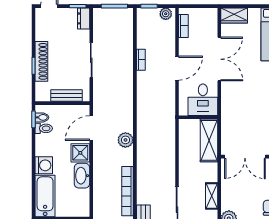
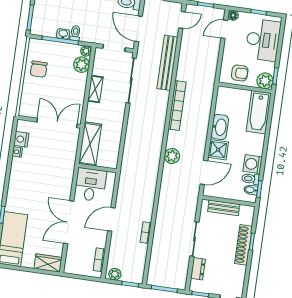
dresser: (84, 18) -> (198, 269), moved
washing machine: (44, 165) -> (253, 164), moved

